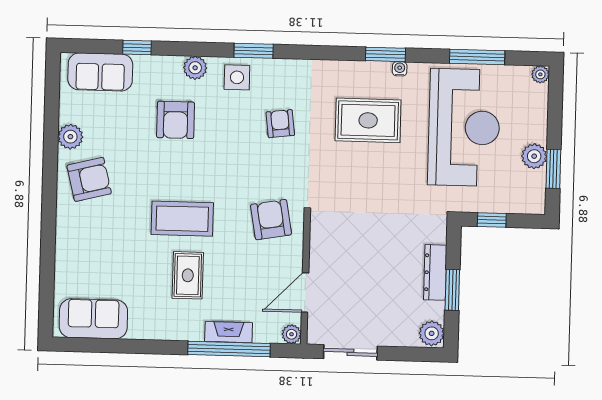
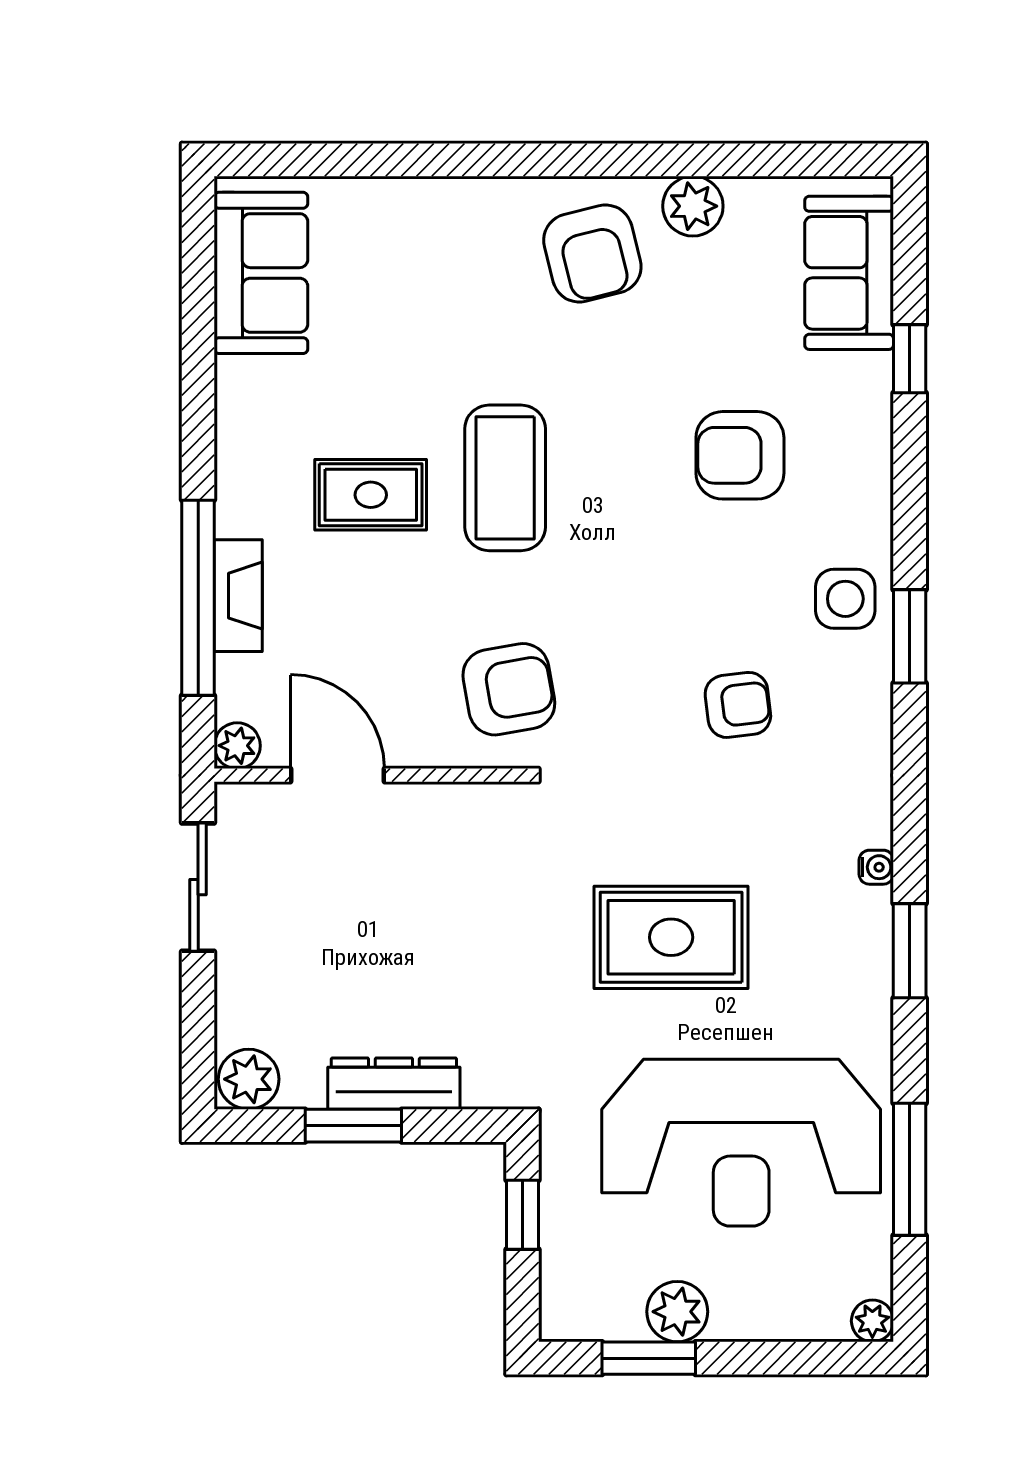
plant: (195, 68) -> (865, 498), removed
water cooler: (400, 69) -> (876, 867), moved
rug: (368, 120) -> (671, 937), moved, turned 90

